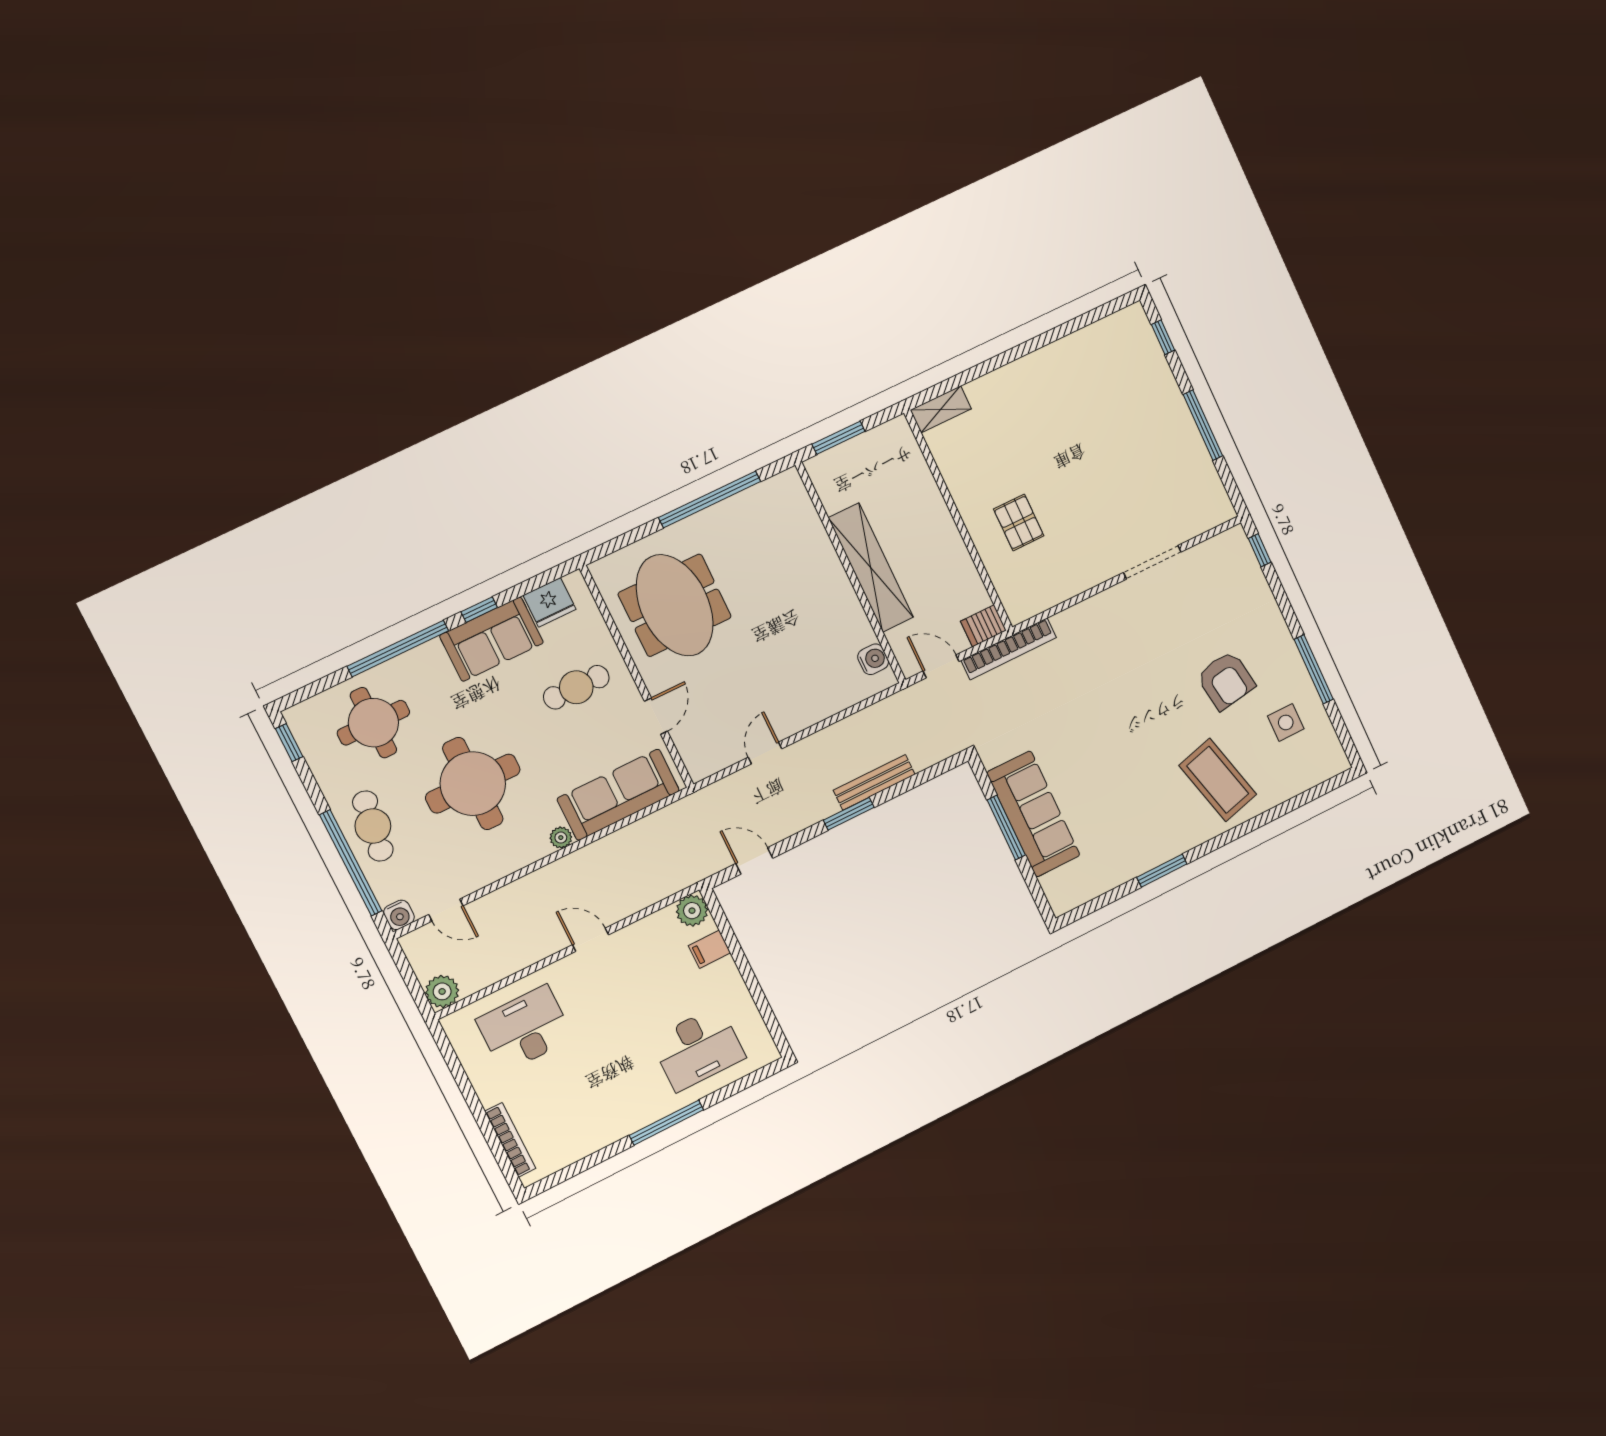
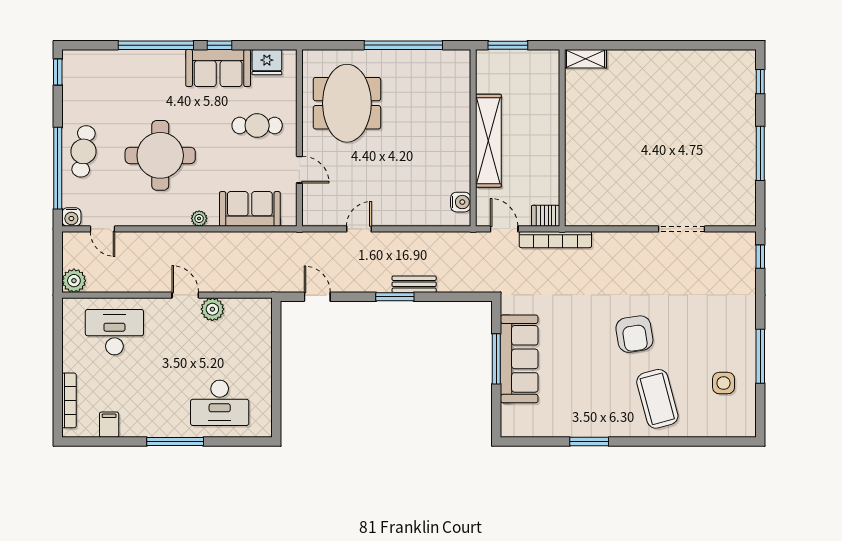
pallet: (1019, 522) -> (603, 158), removed
armchair: (1226, 680) -> (634, 334), moved
door: (656, 716) -> (299, 170), hinge flipped
round table: (373, 723) -> (117, 85), removed
bench: (874, 782) -> (414, 284), width x0.73
sofa: (618, 795) -> (250, 209), width x0.73
plant: (692, 911) -> (212, 309), moved
filing cabinet: (709, 949) -> (109, 425), moved, turned 90

